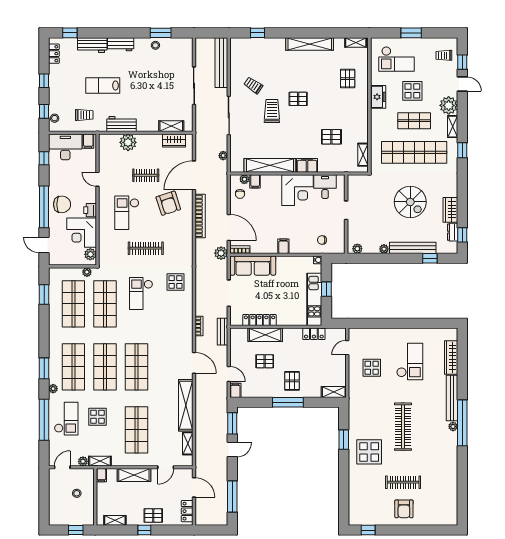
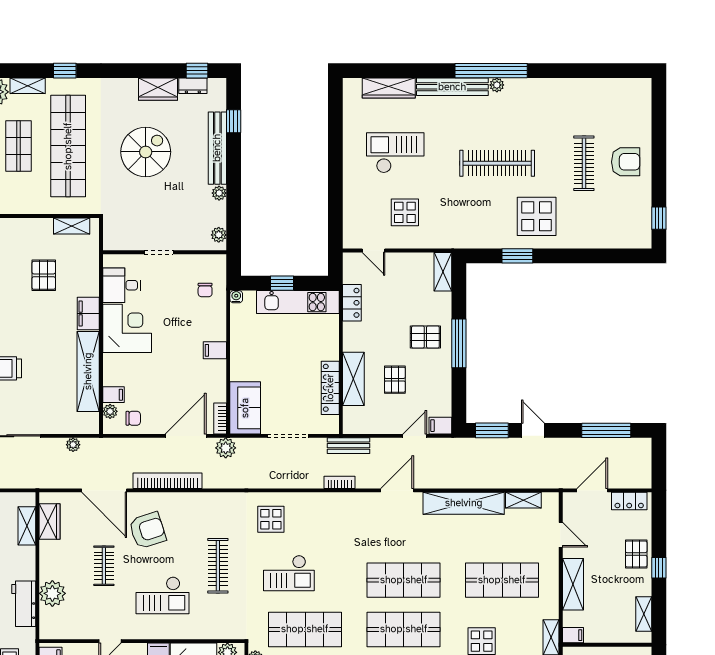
sofa: (253, 266) -> (245, 408), width x0.73

